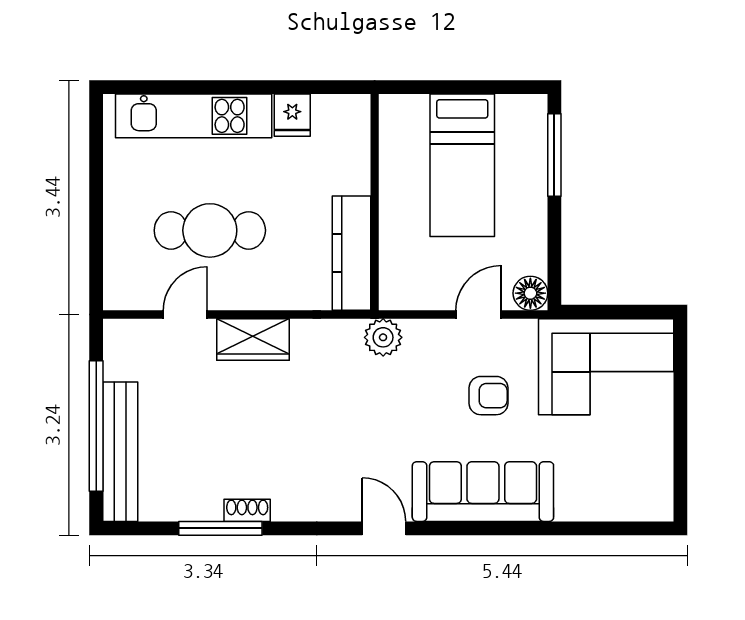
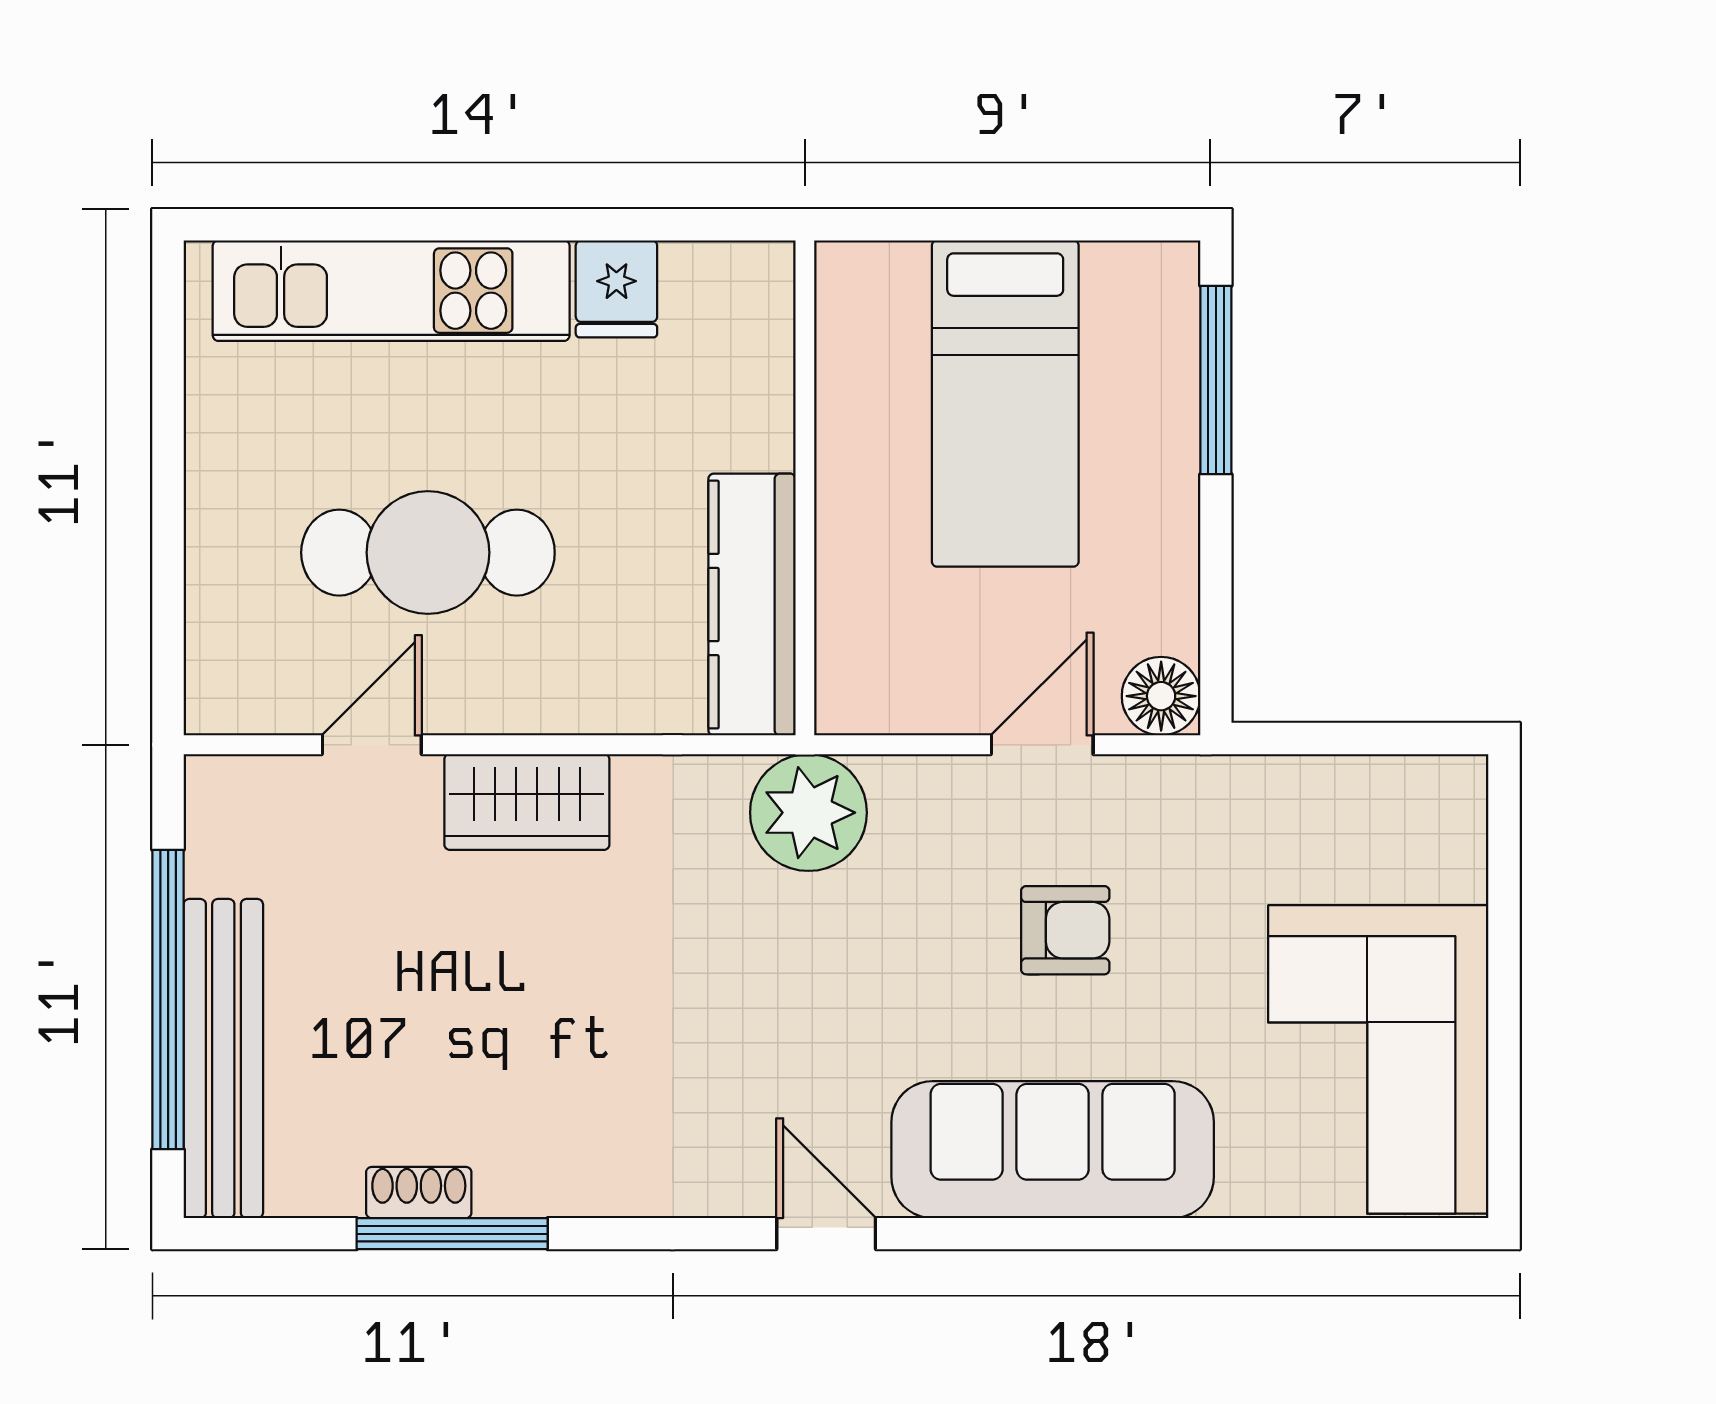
plant: (383, 337) -> (808, 813), width x1.36, depth x1.36
corner sofa: (606, 367) -> (1378, 1059), moved, turned 90
shoe rack: (247, 510) -> (419, 1193), moved

